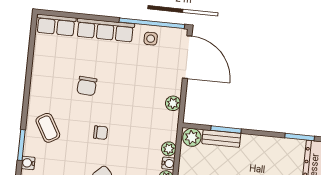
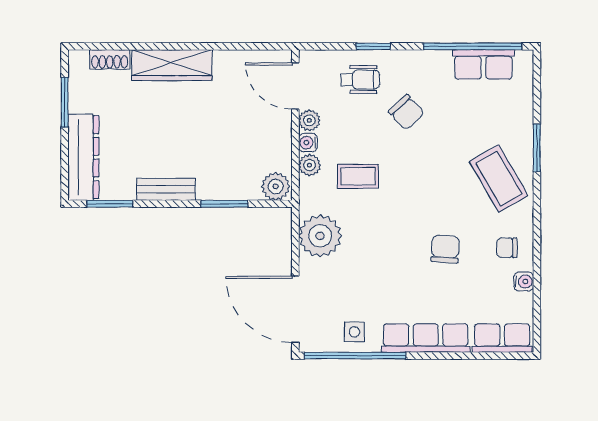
plant: (173, 103) -> (320, 236), width x1.87, depth x1.87
coffee table: (48, 128) -> (499, 179), width x1.36, depth x1.30
chair: (101, 133) -> (507, 248), moved
coffee table: (138, 138) -> (358, 176), added
bench: (221, 138) -> (166, 189), moved
water cooler: (28, 163) -> (524, 282), moved

